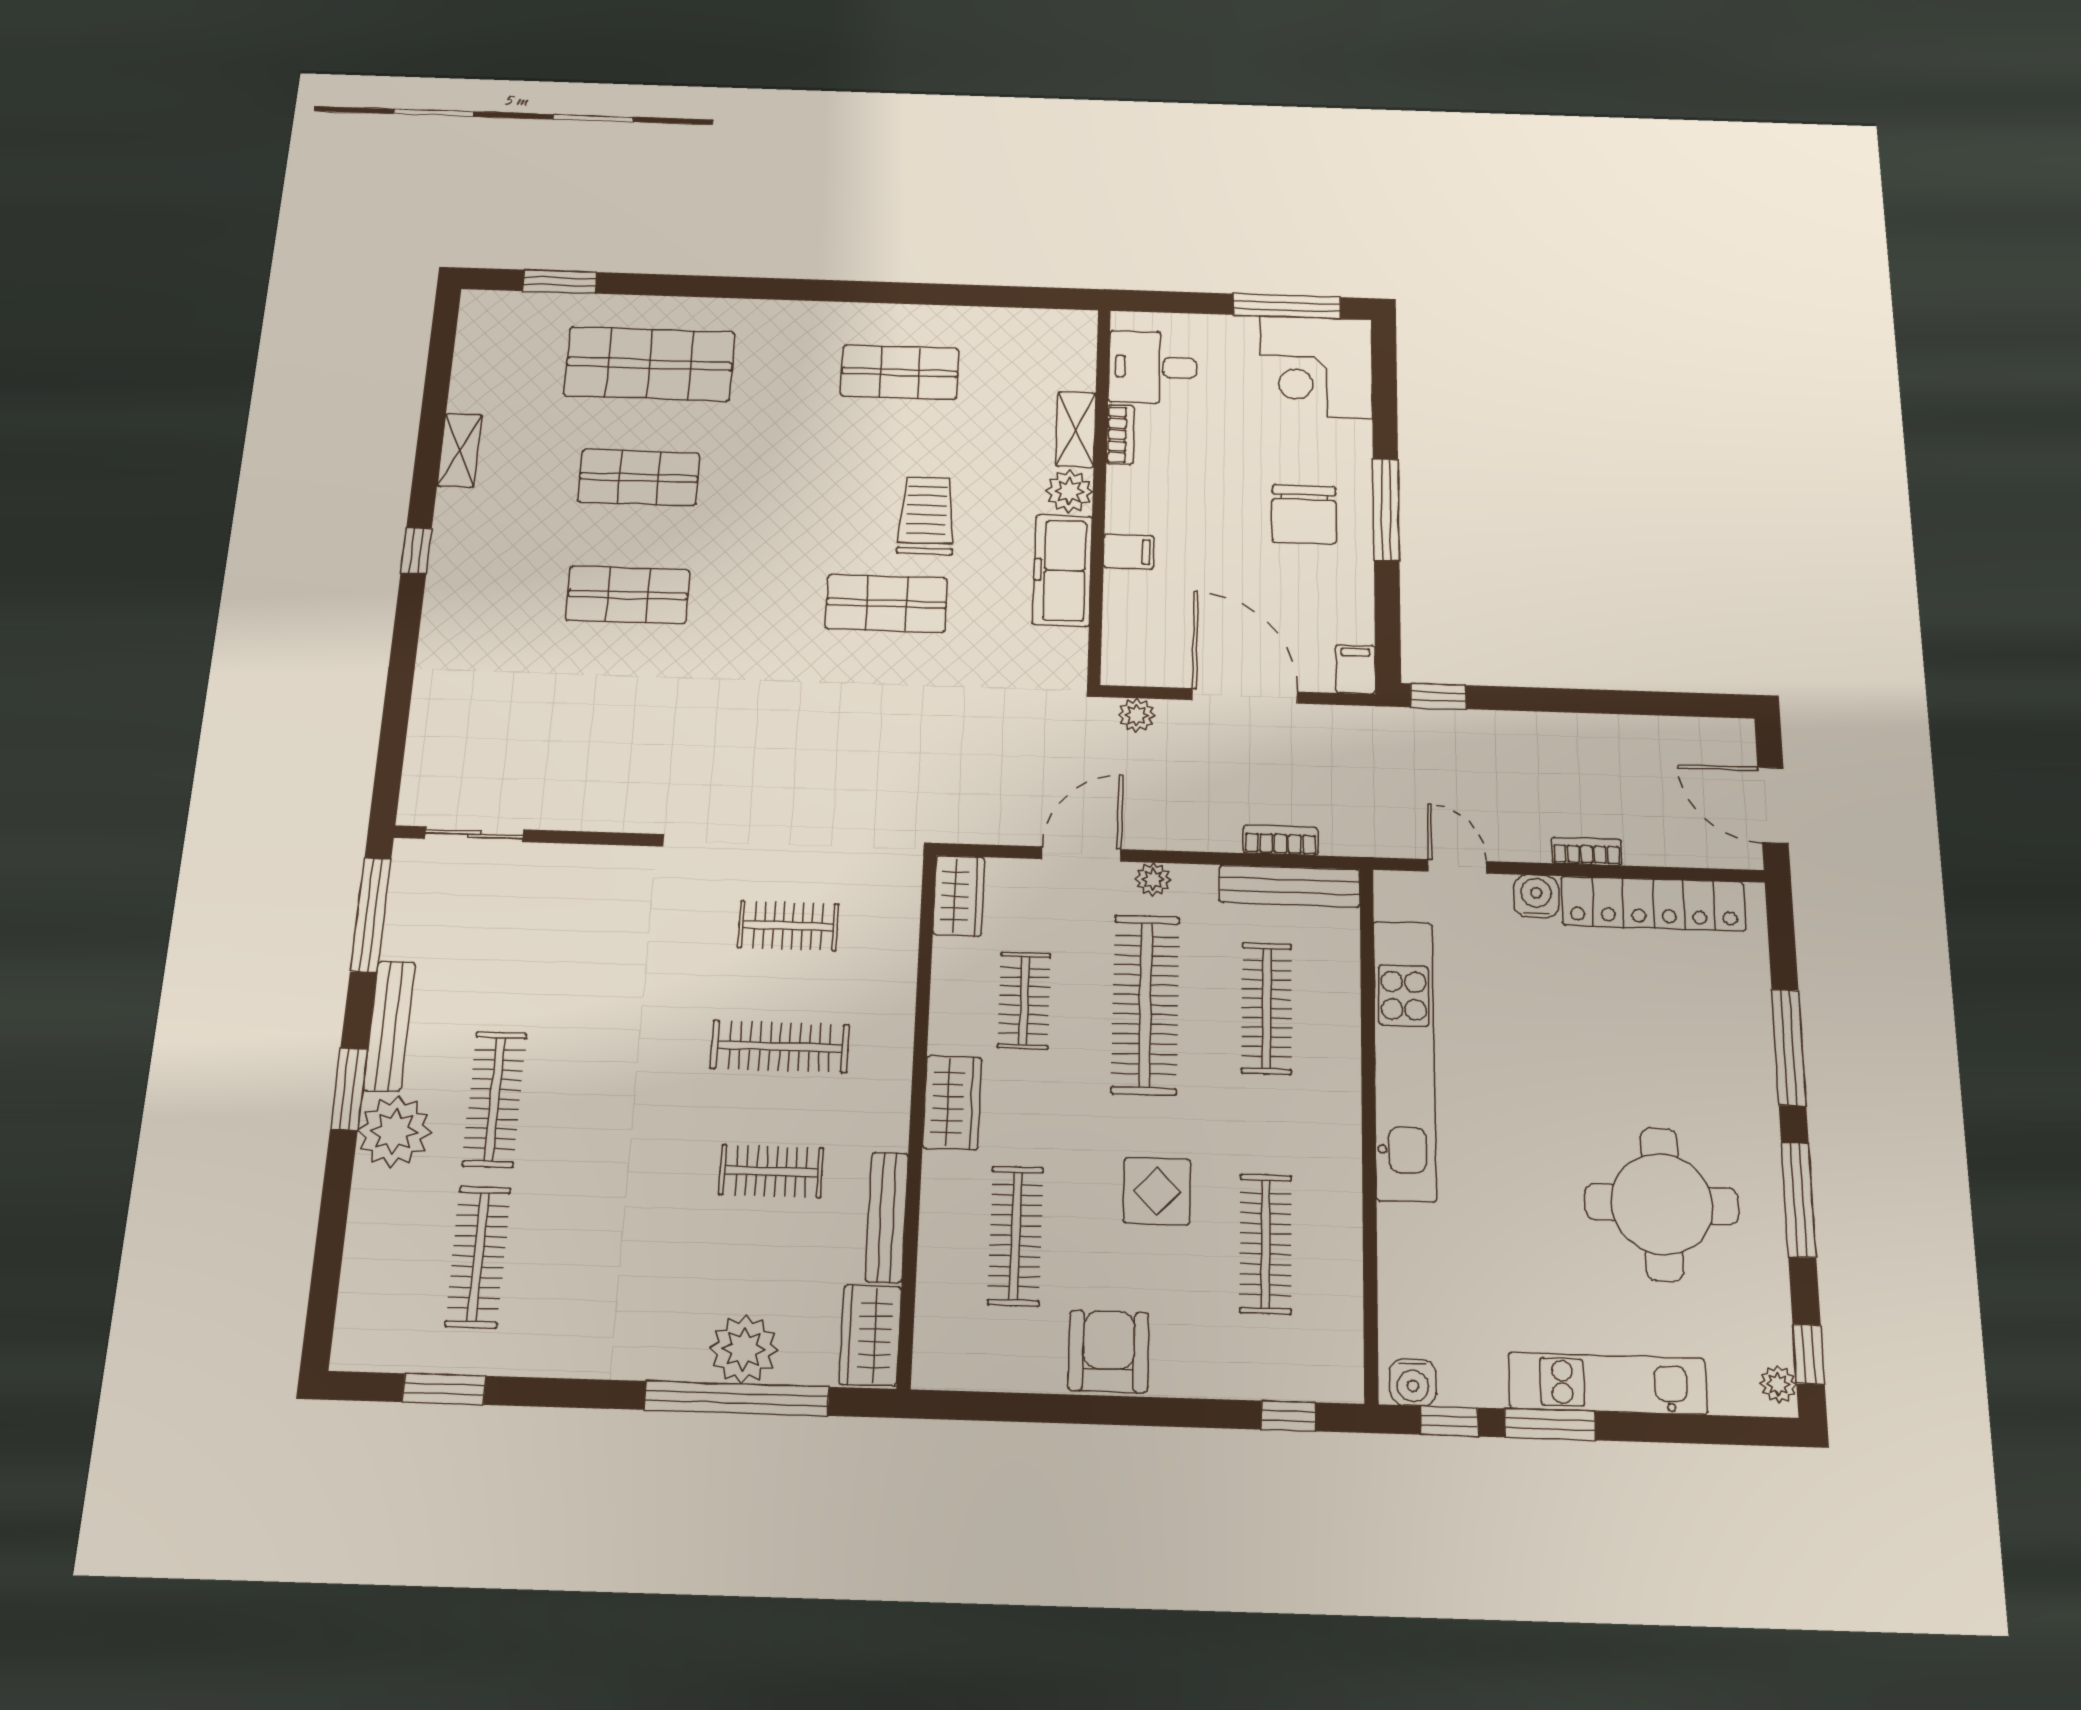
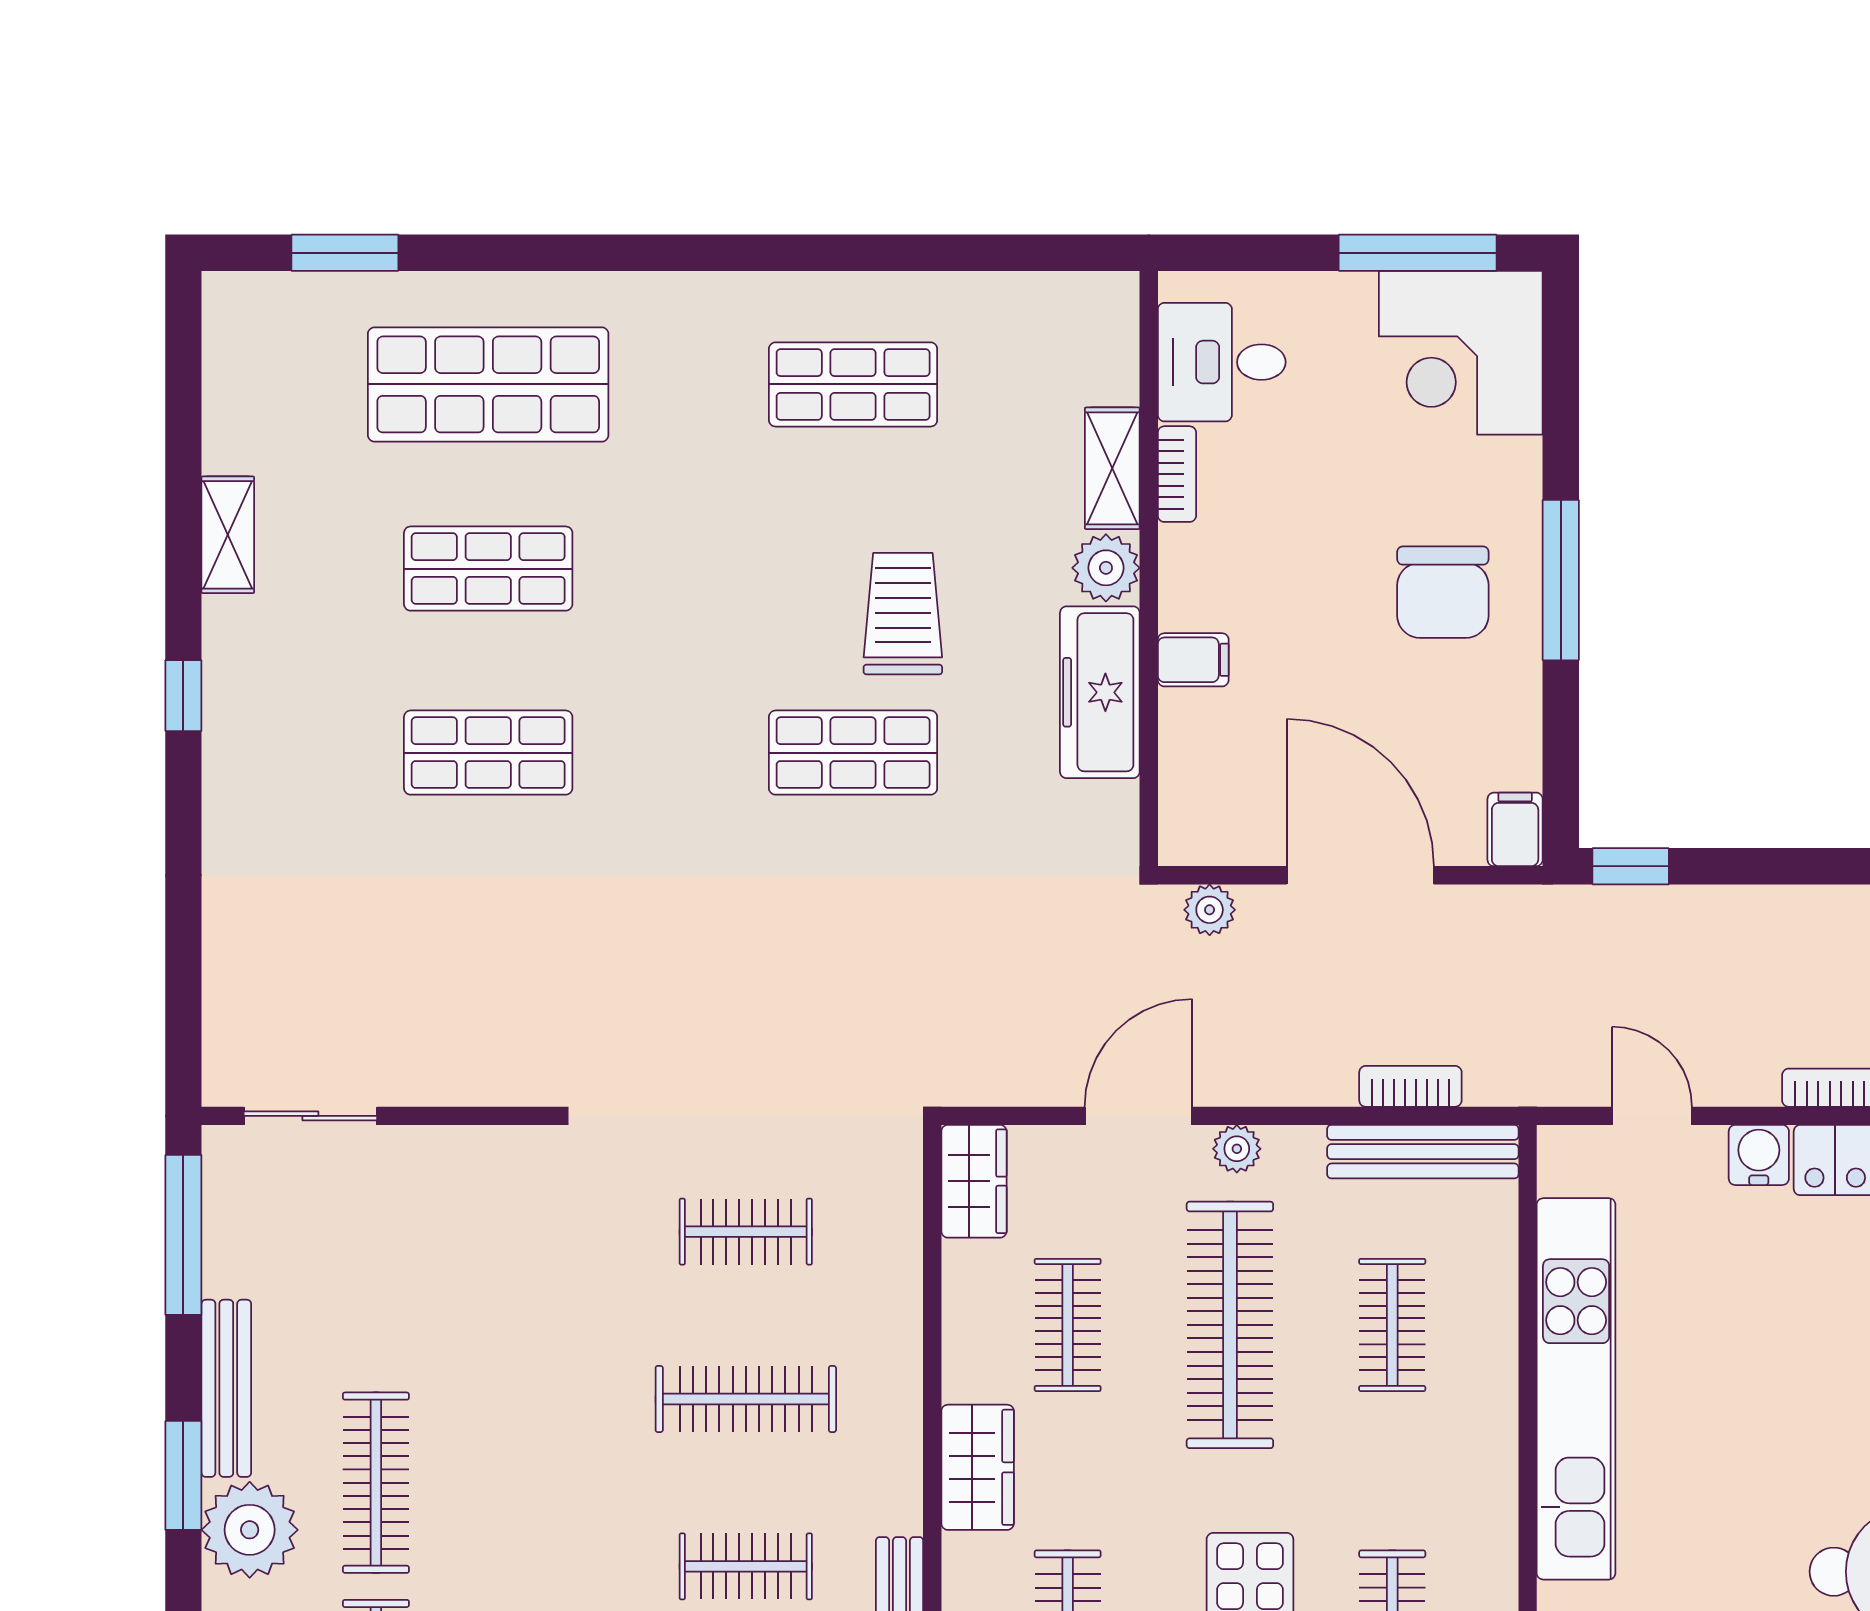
clothes rail: (1267, 1008) -> (1392, 1325), width x0.73

